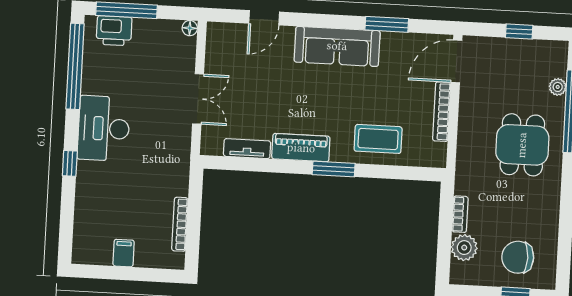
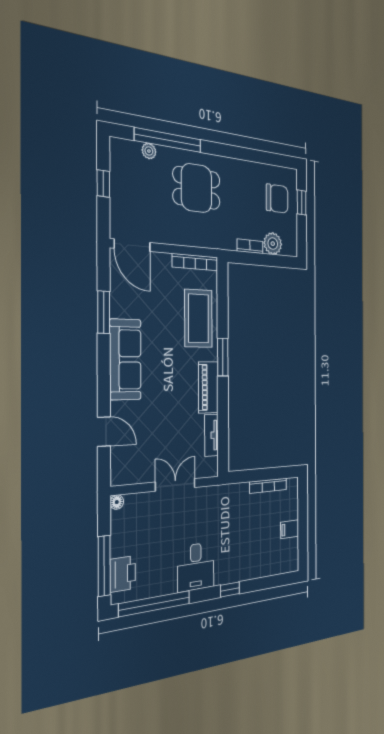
bookcase: (442, 112) -> (195, 262), moved
desk: (104, 128) -> (196, 567), width x0.73
coffee table: (378, 139) -> (198, 318), width x1.36, depth x1.32
chair: (518, 257) -> (277, 199), turned -90

